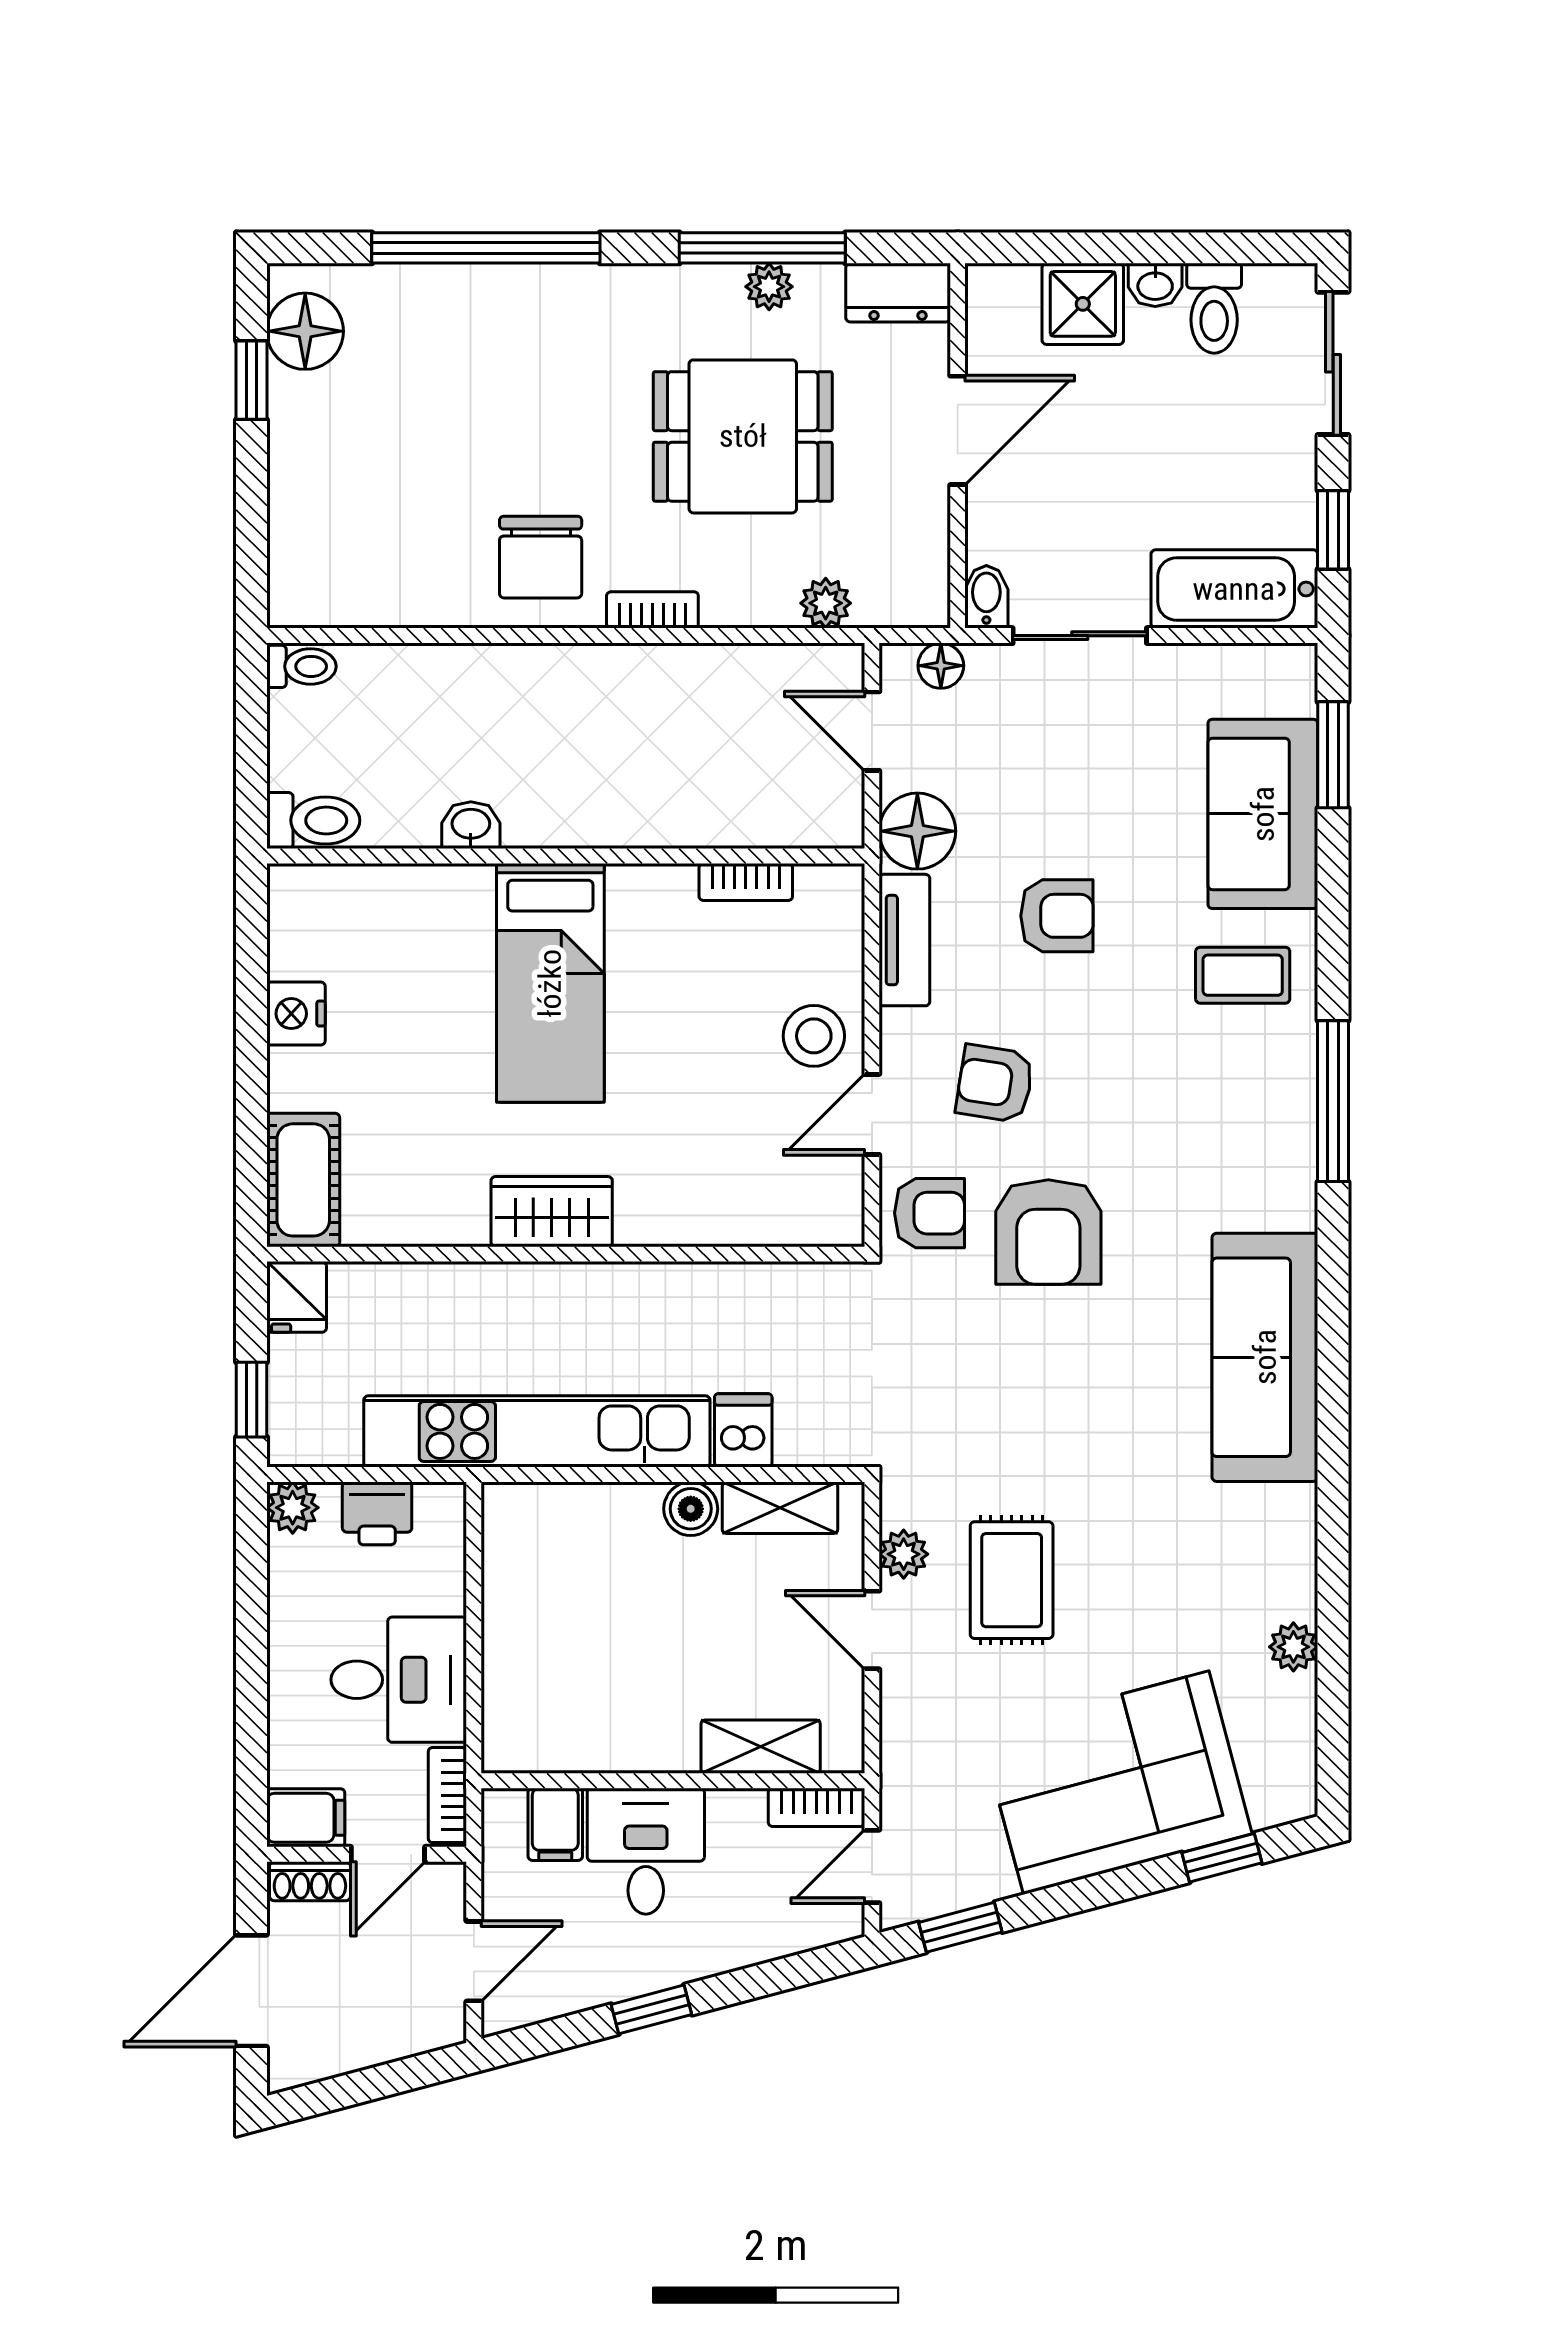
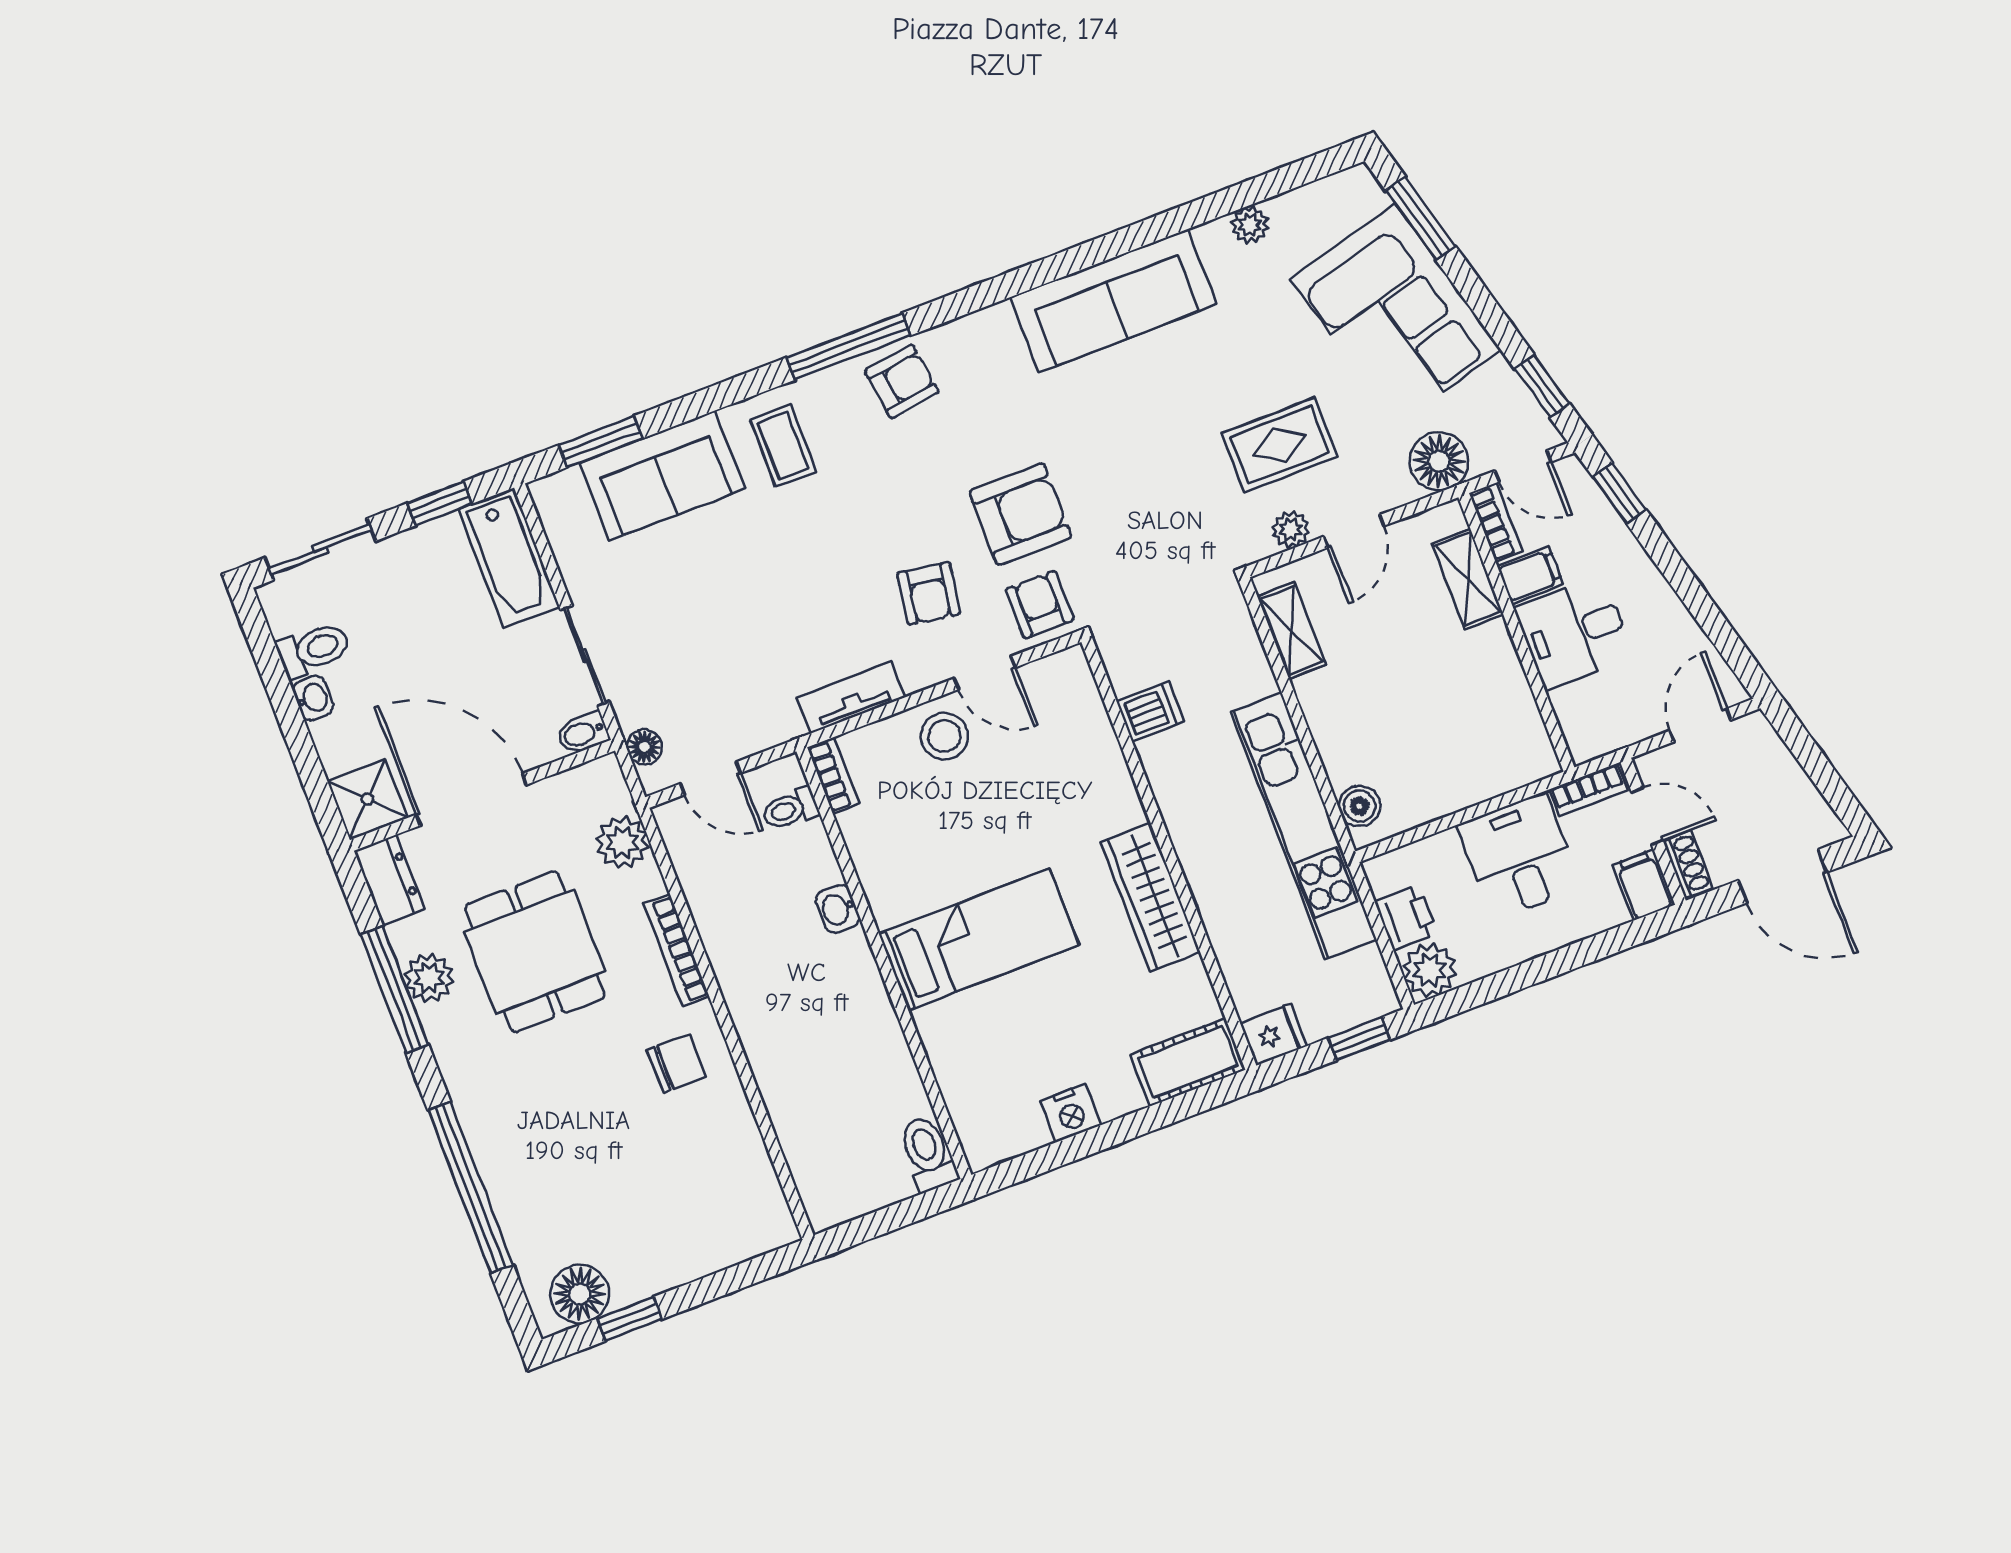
plant: (769, 287) -> (429, 978), width x1.38, depth x1.38
shower: (1083, 304) -> (367, 799), moved
door: (958, 430) -> (471, 800), width x1.36
chair: (541, 557) -> (677, 1063), width x0.73, depth x0.73
plant: (826, 603) -> (622, 842), width x1.38, depth x1.38
bookcase: (652, 610) -> (677, 950), width x1.56
toilet: (301, 666) -> (790, 809), moved, turned -90
door: (872, 731) -> (710, 778), hinge flipped
washbasin: (471, 825) -> (838, 909), moved
floor lamp: (917, 831) -> (1439, 461), moved
bookcase: (746, 882) -> (833, 775), moved
armchair: (1057, 916) -> (902, 381), moved, turned 82
wardrobe: (552, 1212) -> (1151, 897), width x1.50
sofa: (1265, 1357) -> (1113, 301), moved
dishwasher: (743, 1430) -> (1150, 711), moved, turned 180
plant: (293, 1508) -> (1430, 970), width x1.38, depth x1.38
boiler: (691, 1509) -> (1360, 806), moved
filing cabinet: (555, 1824) -> (1530, 575), moved
window: (1222, 1858) -> (1421, 218), width x1.50
door: (474, 1961) -> (1700, 725), hinge flipped
window: (651, 2009) -> (1620, 493), moved

